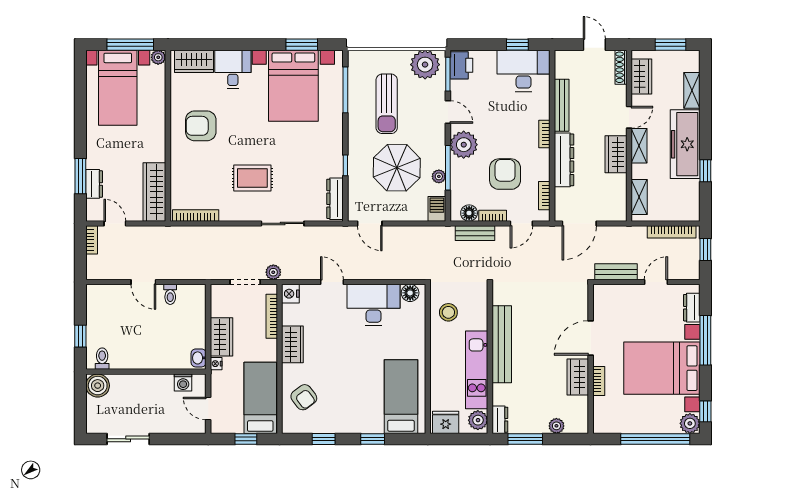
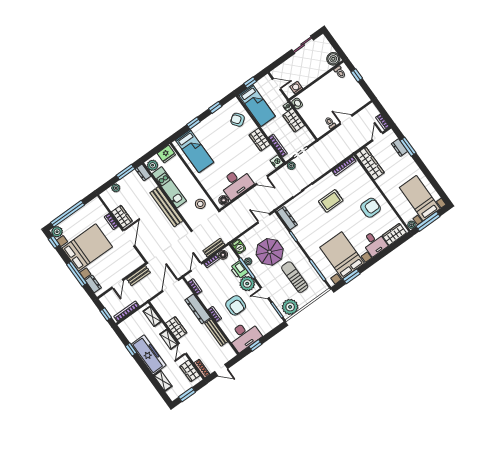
printer: (461, 65) -> (239, 270), moved
armchair: (505, 174) -> (236, 305), moved
door: (115, 223) -> (378, 137), swing flipped

